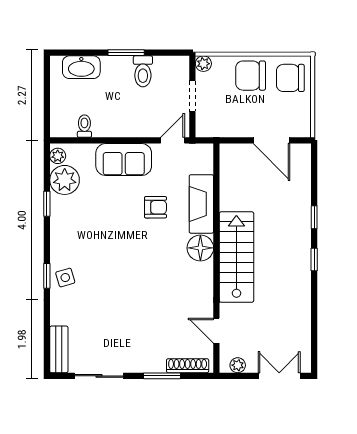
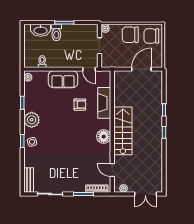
toilet: (143, 71) -> (56, 32), moved
door: (173, 140) -> (89, 69), swing flipped
door: (272, 140) -> (141, 69), swing flipped
plant: (65, 180) -> (32, 120), moved
floor lamp: (200, 248) -> (104, 137), moved
double door: (279, 376) -> (145, 194), swing flipped

